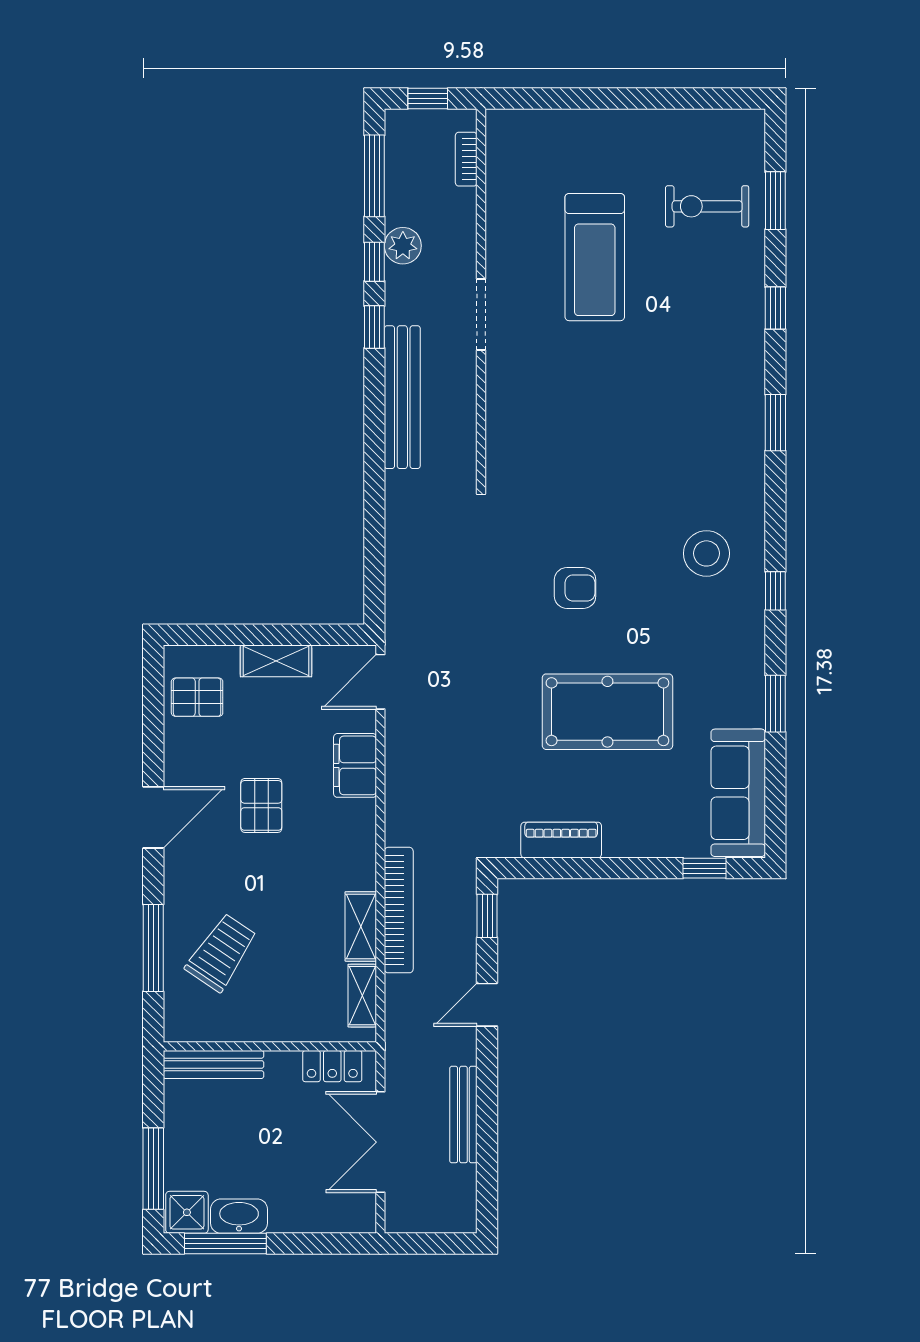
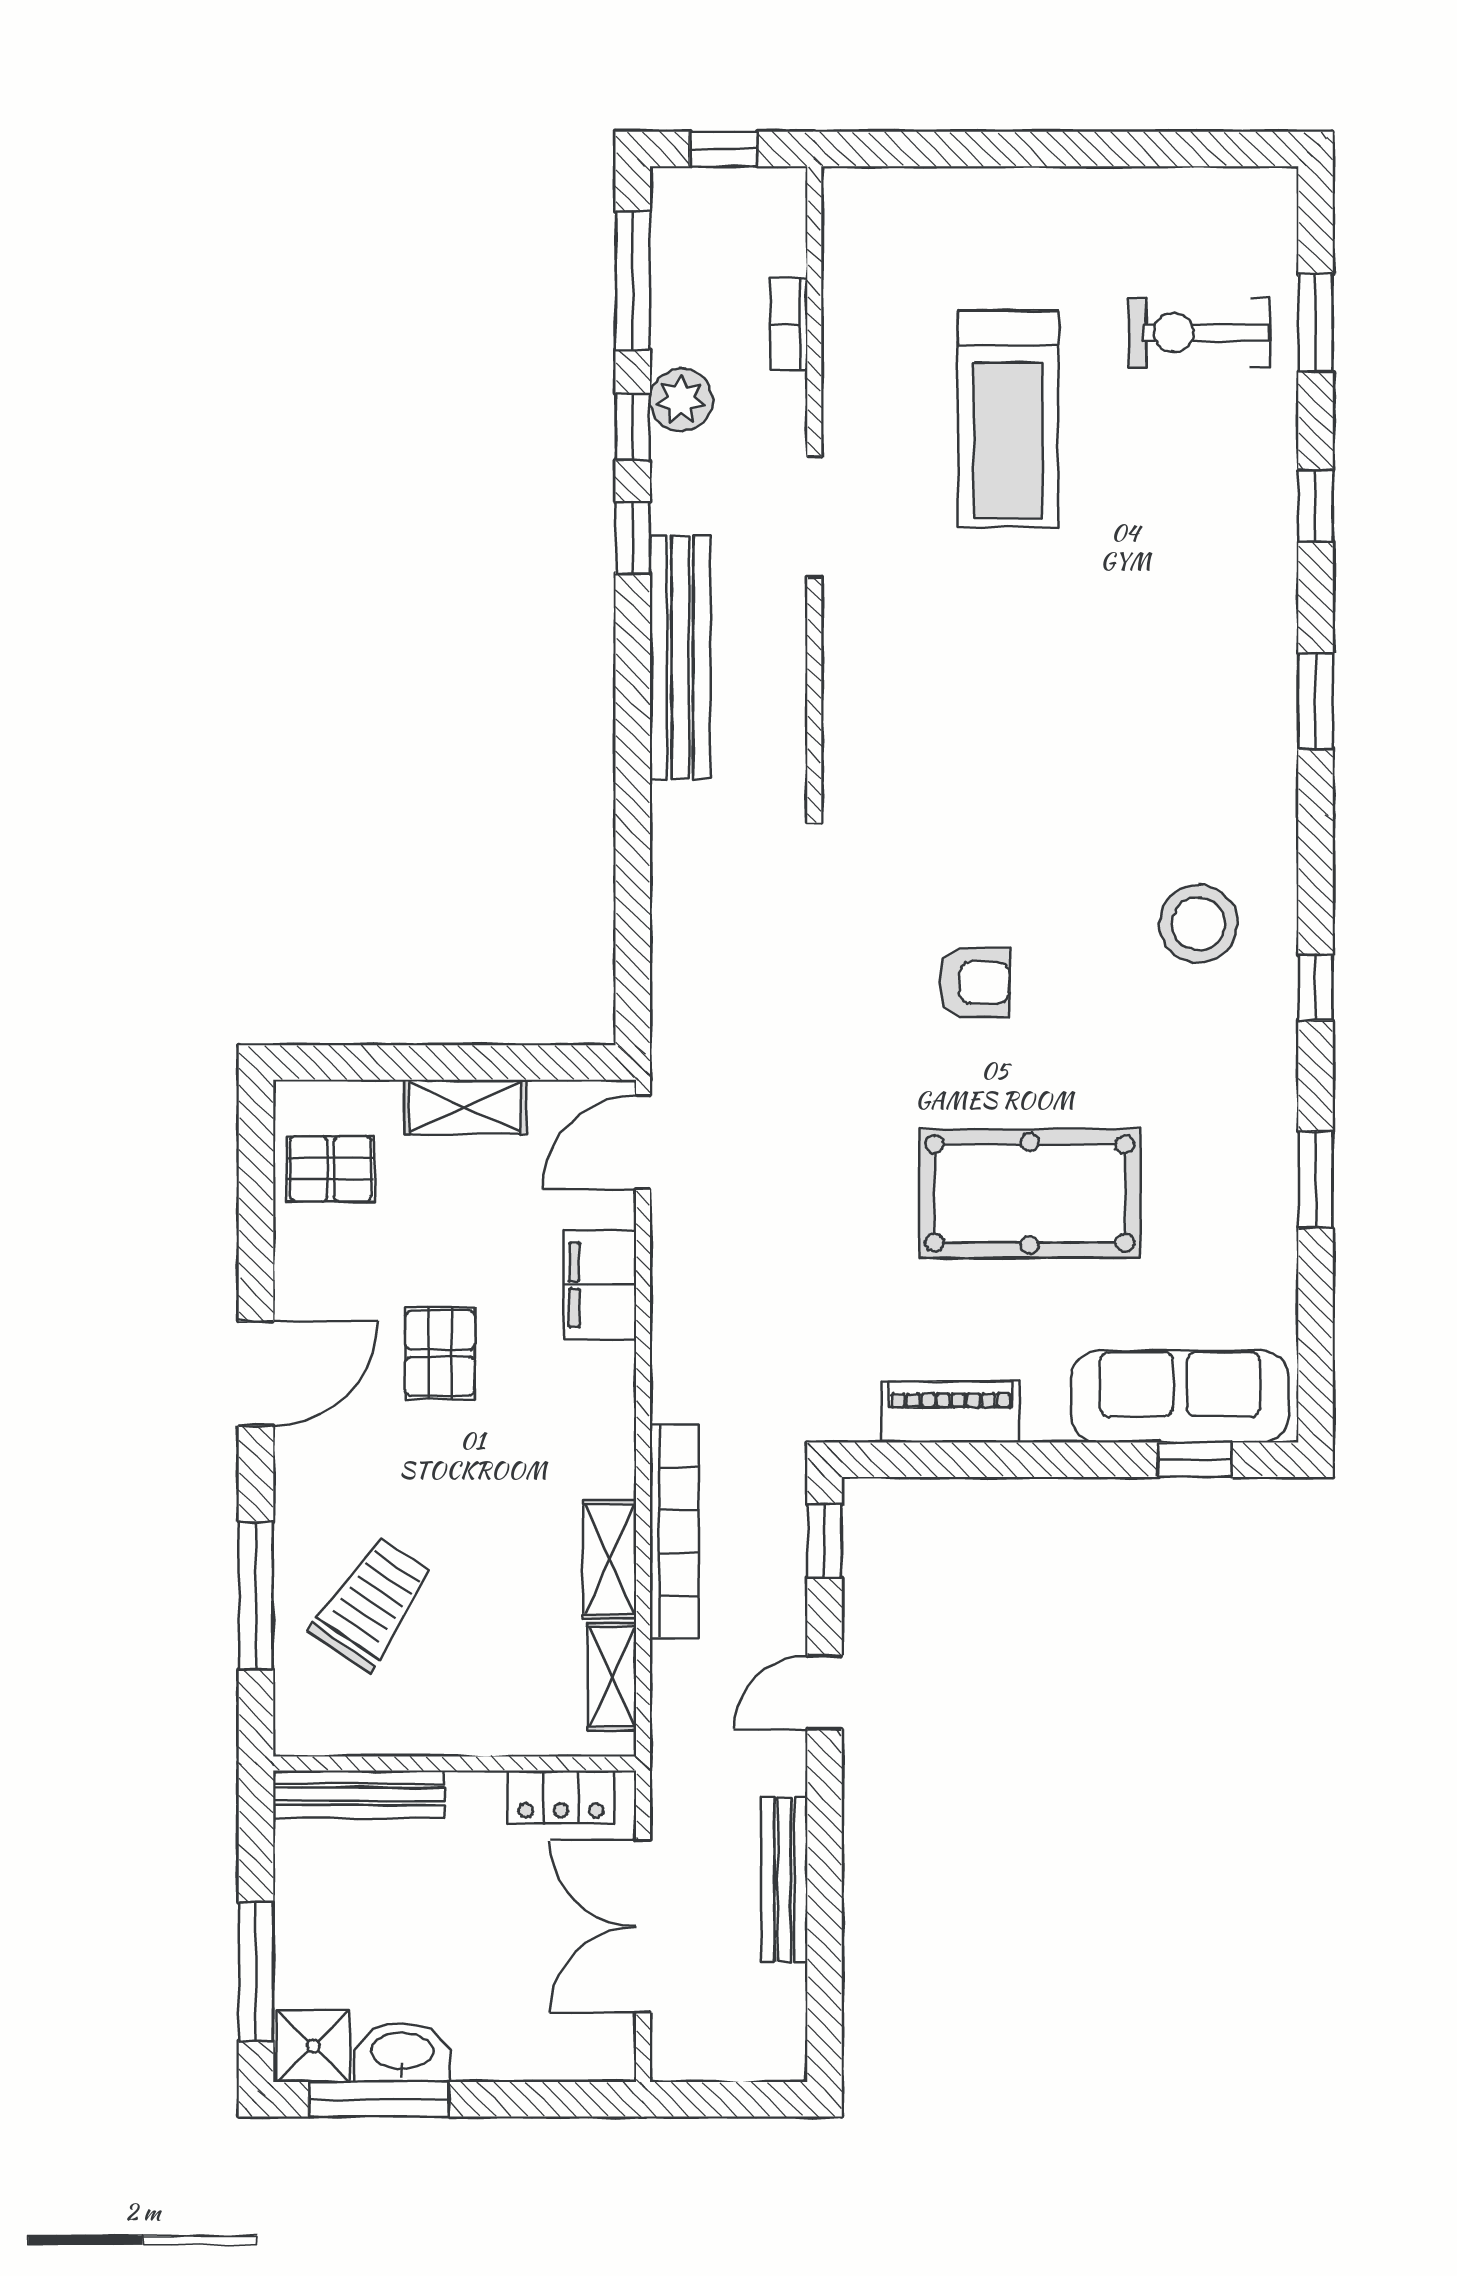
bookcase: (466, 159) -> (789, 324), moved
sofa: (738, 793) -> (1180, 1396), moved, turned 90

